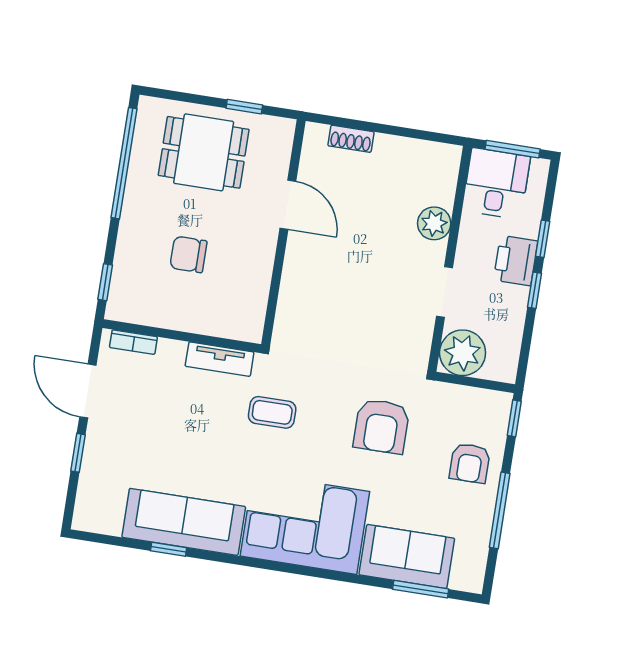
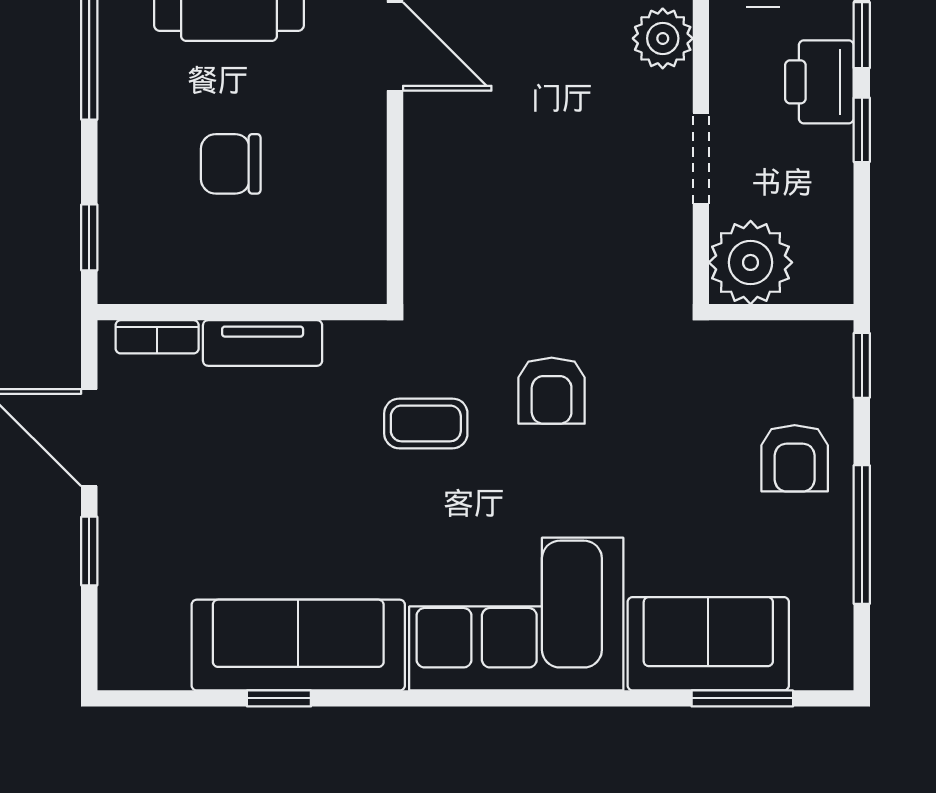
tv unit: (220, 359) -> (263, 343), moved
armchair: (381, 426) -> (552, 391), moved, width x0.72, depth x0.72

